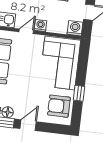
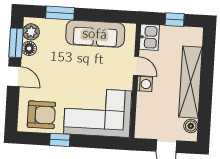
washing machine: (75, 28) -> (144, 129), removed
armchair: (59, 106) -> (41, 115), turned 90

